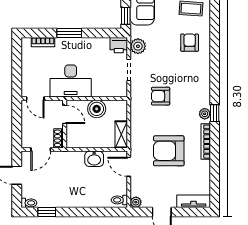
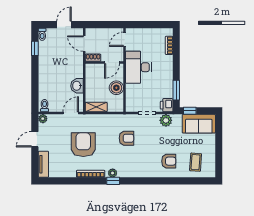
window: (69, 33) -> (176, 90), moved
armchair: (161, 96) -> (126, 138), turned 90

